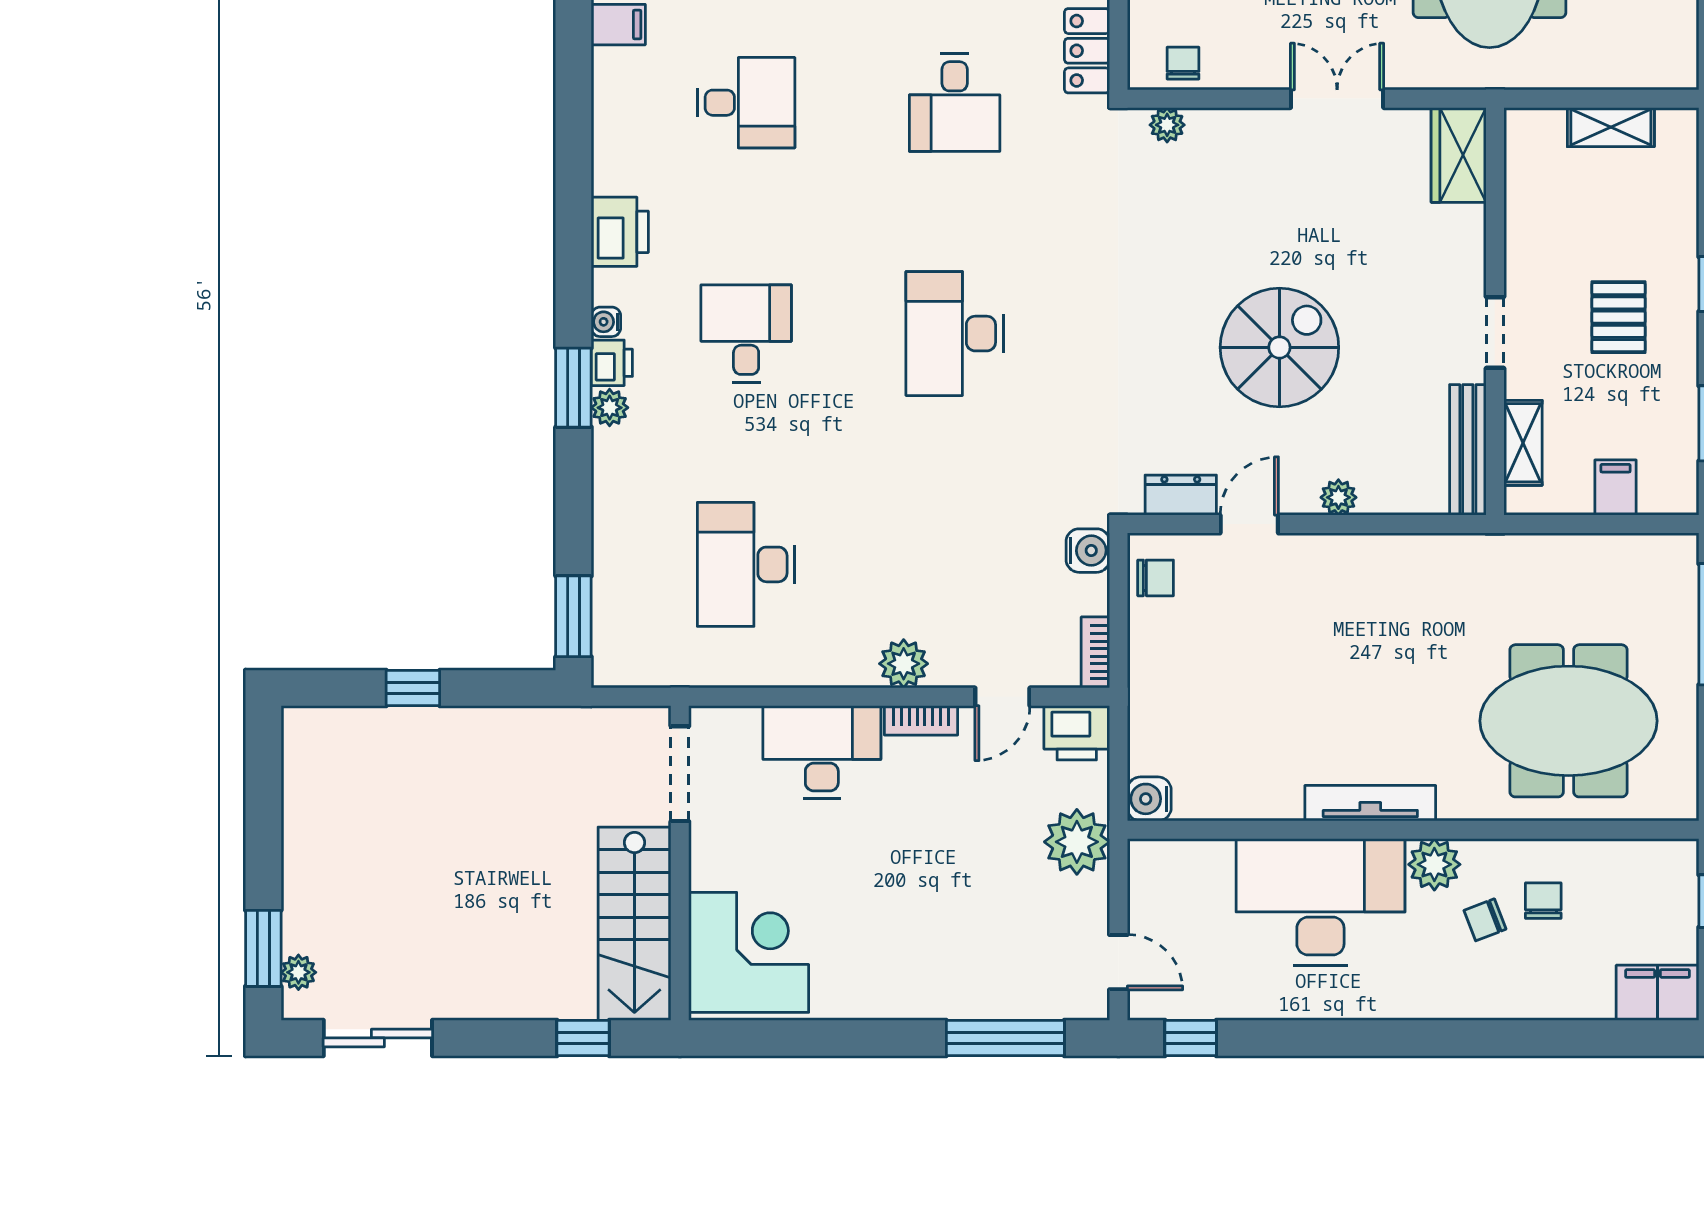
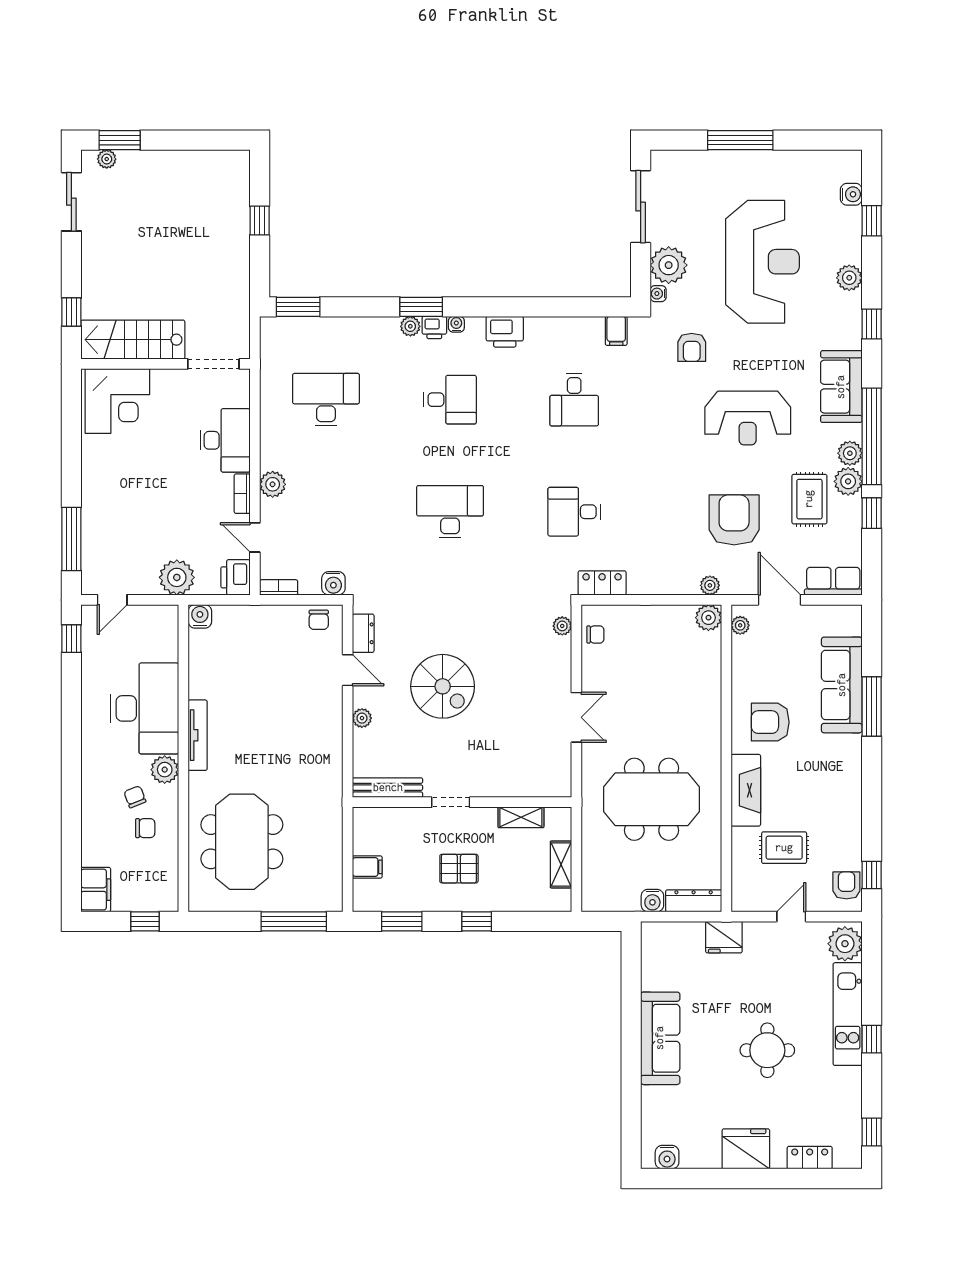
wardrobe: (1459, 155) -> (546, 783), removed
shelving: (1523, 443) -> (521, 817), moved

